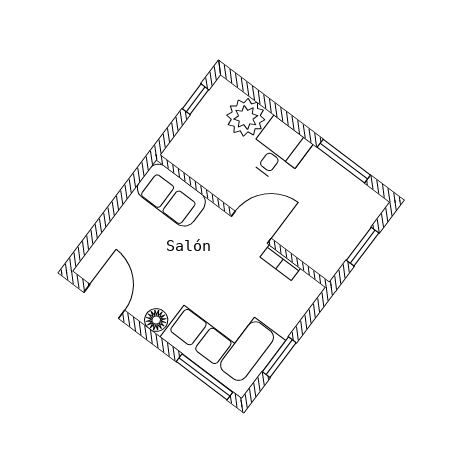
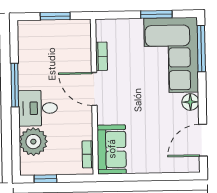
window: (344, 161) -> (15, 85), moved
bookcase: (186, 165) -> (88, 154), added

